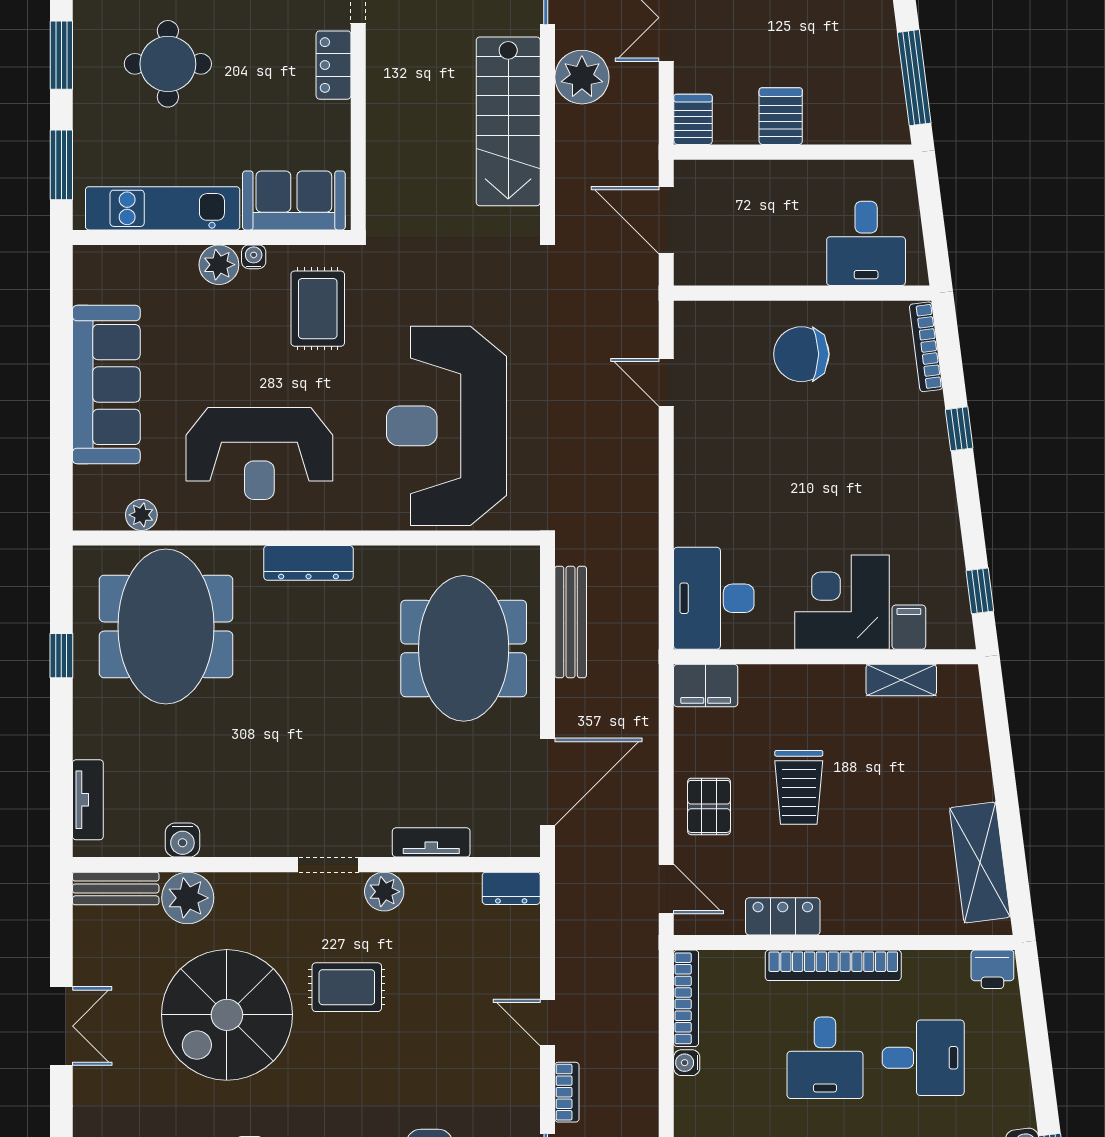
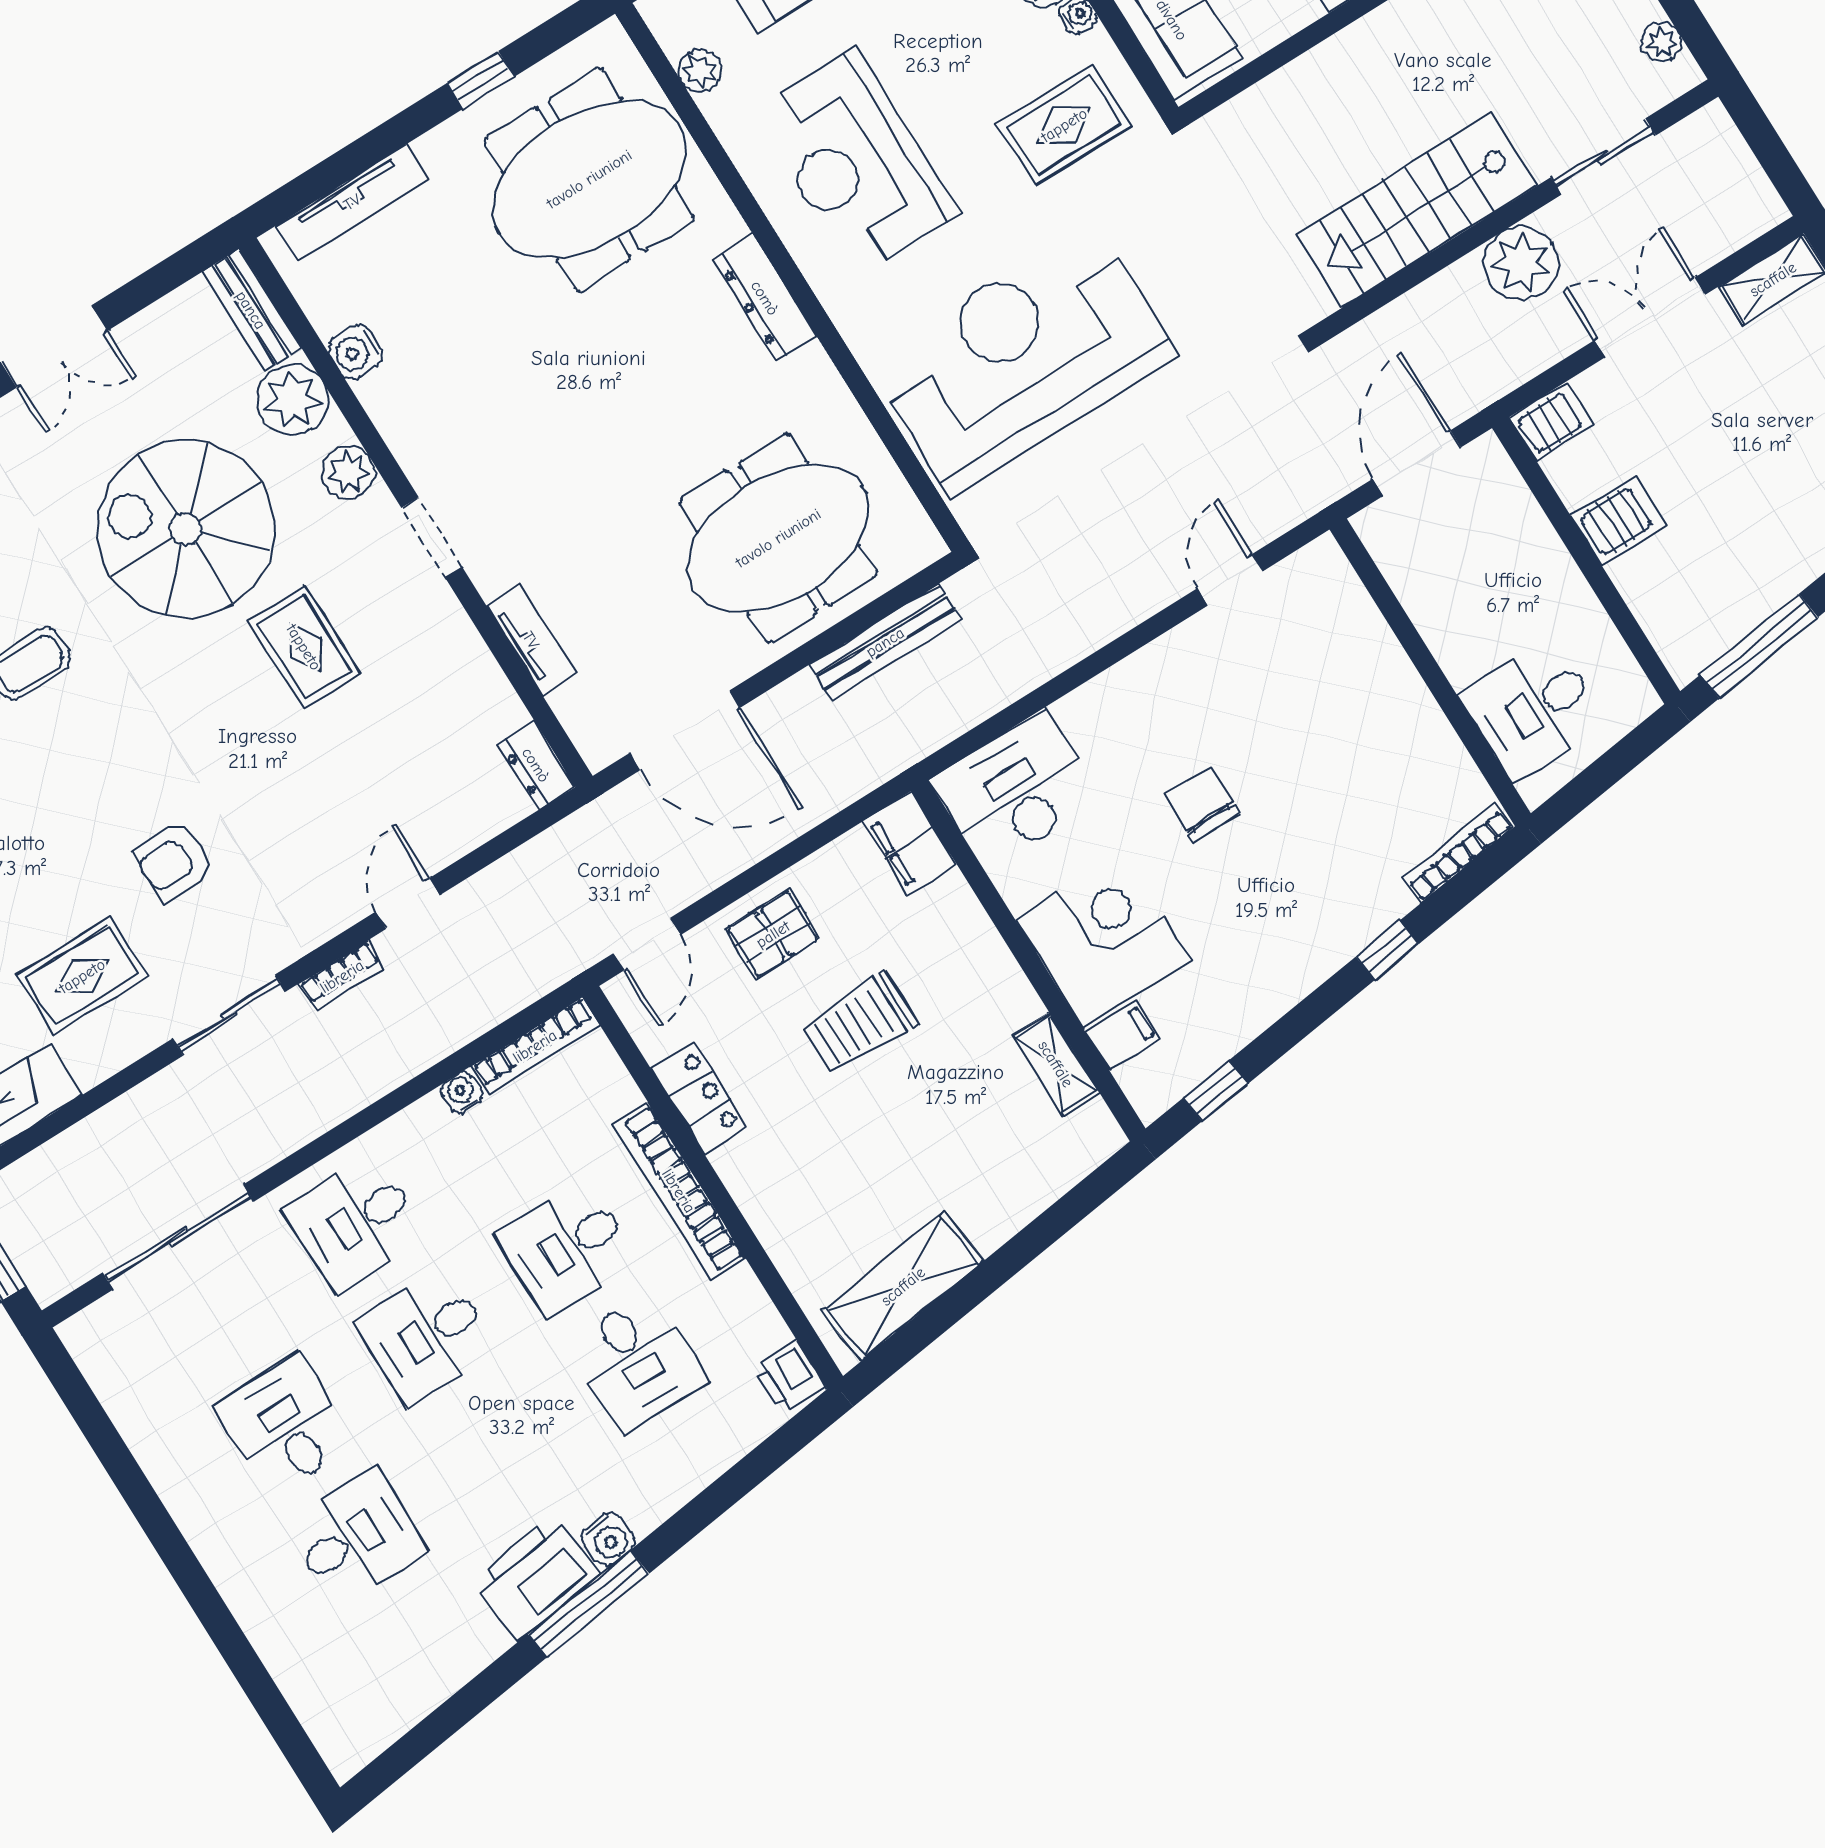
chair: (801, 354) -> (1202, 804), moved, width x0.73, depth x0.73
tv unit: (88, 800) -> (352, 202), width x1.41
plant: (384, 892) -> (348, 472), moved

